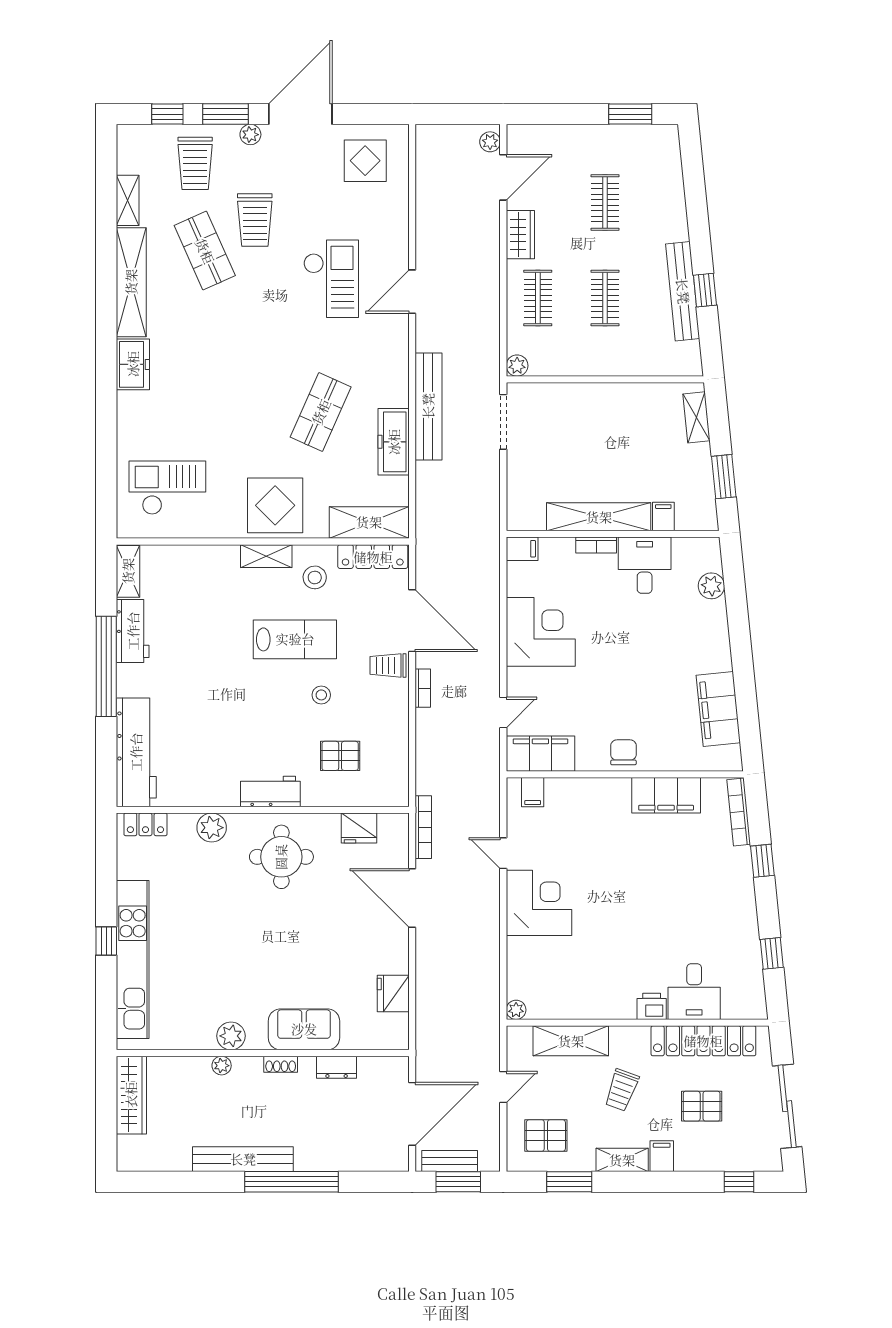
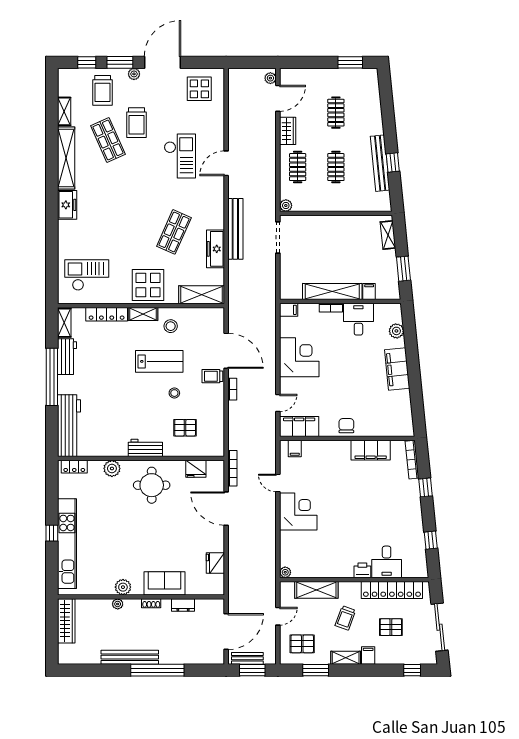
locker: (373, 557) -> (107, 314), moved
filing cabinet: (718, 709) -> (397, 369), moved

